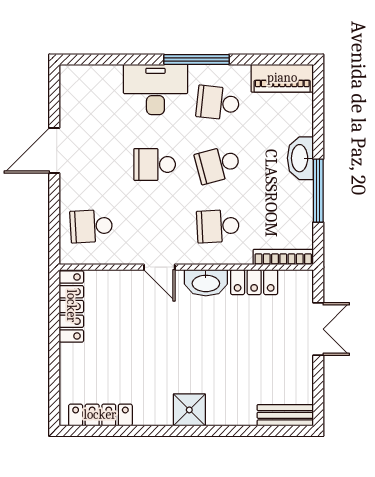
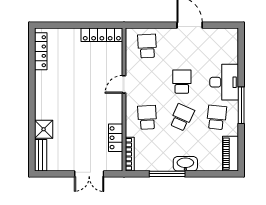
school desk: (218, 164) -> (182, 117), turned 39
washbasin: (206, 283) -> (115, 111), removed
shower: (189, 410) -> (44, 129), moved

